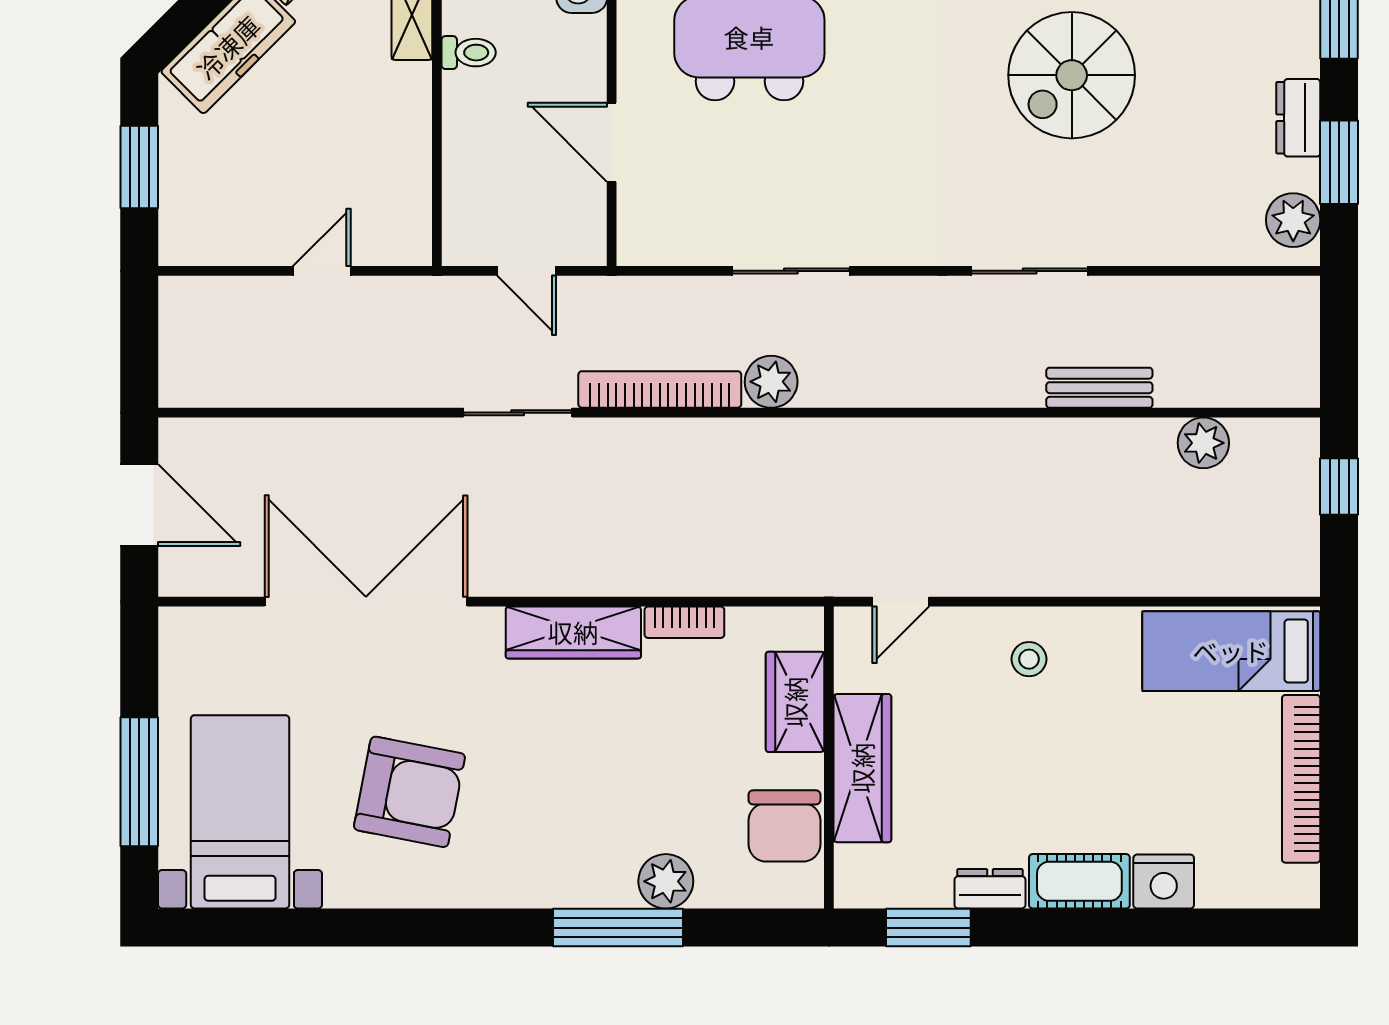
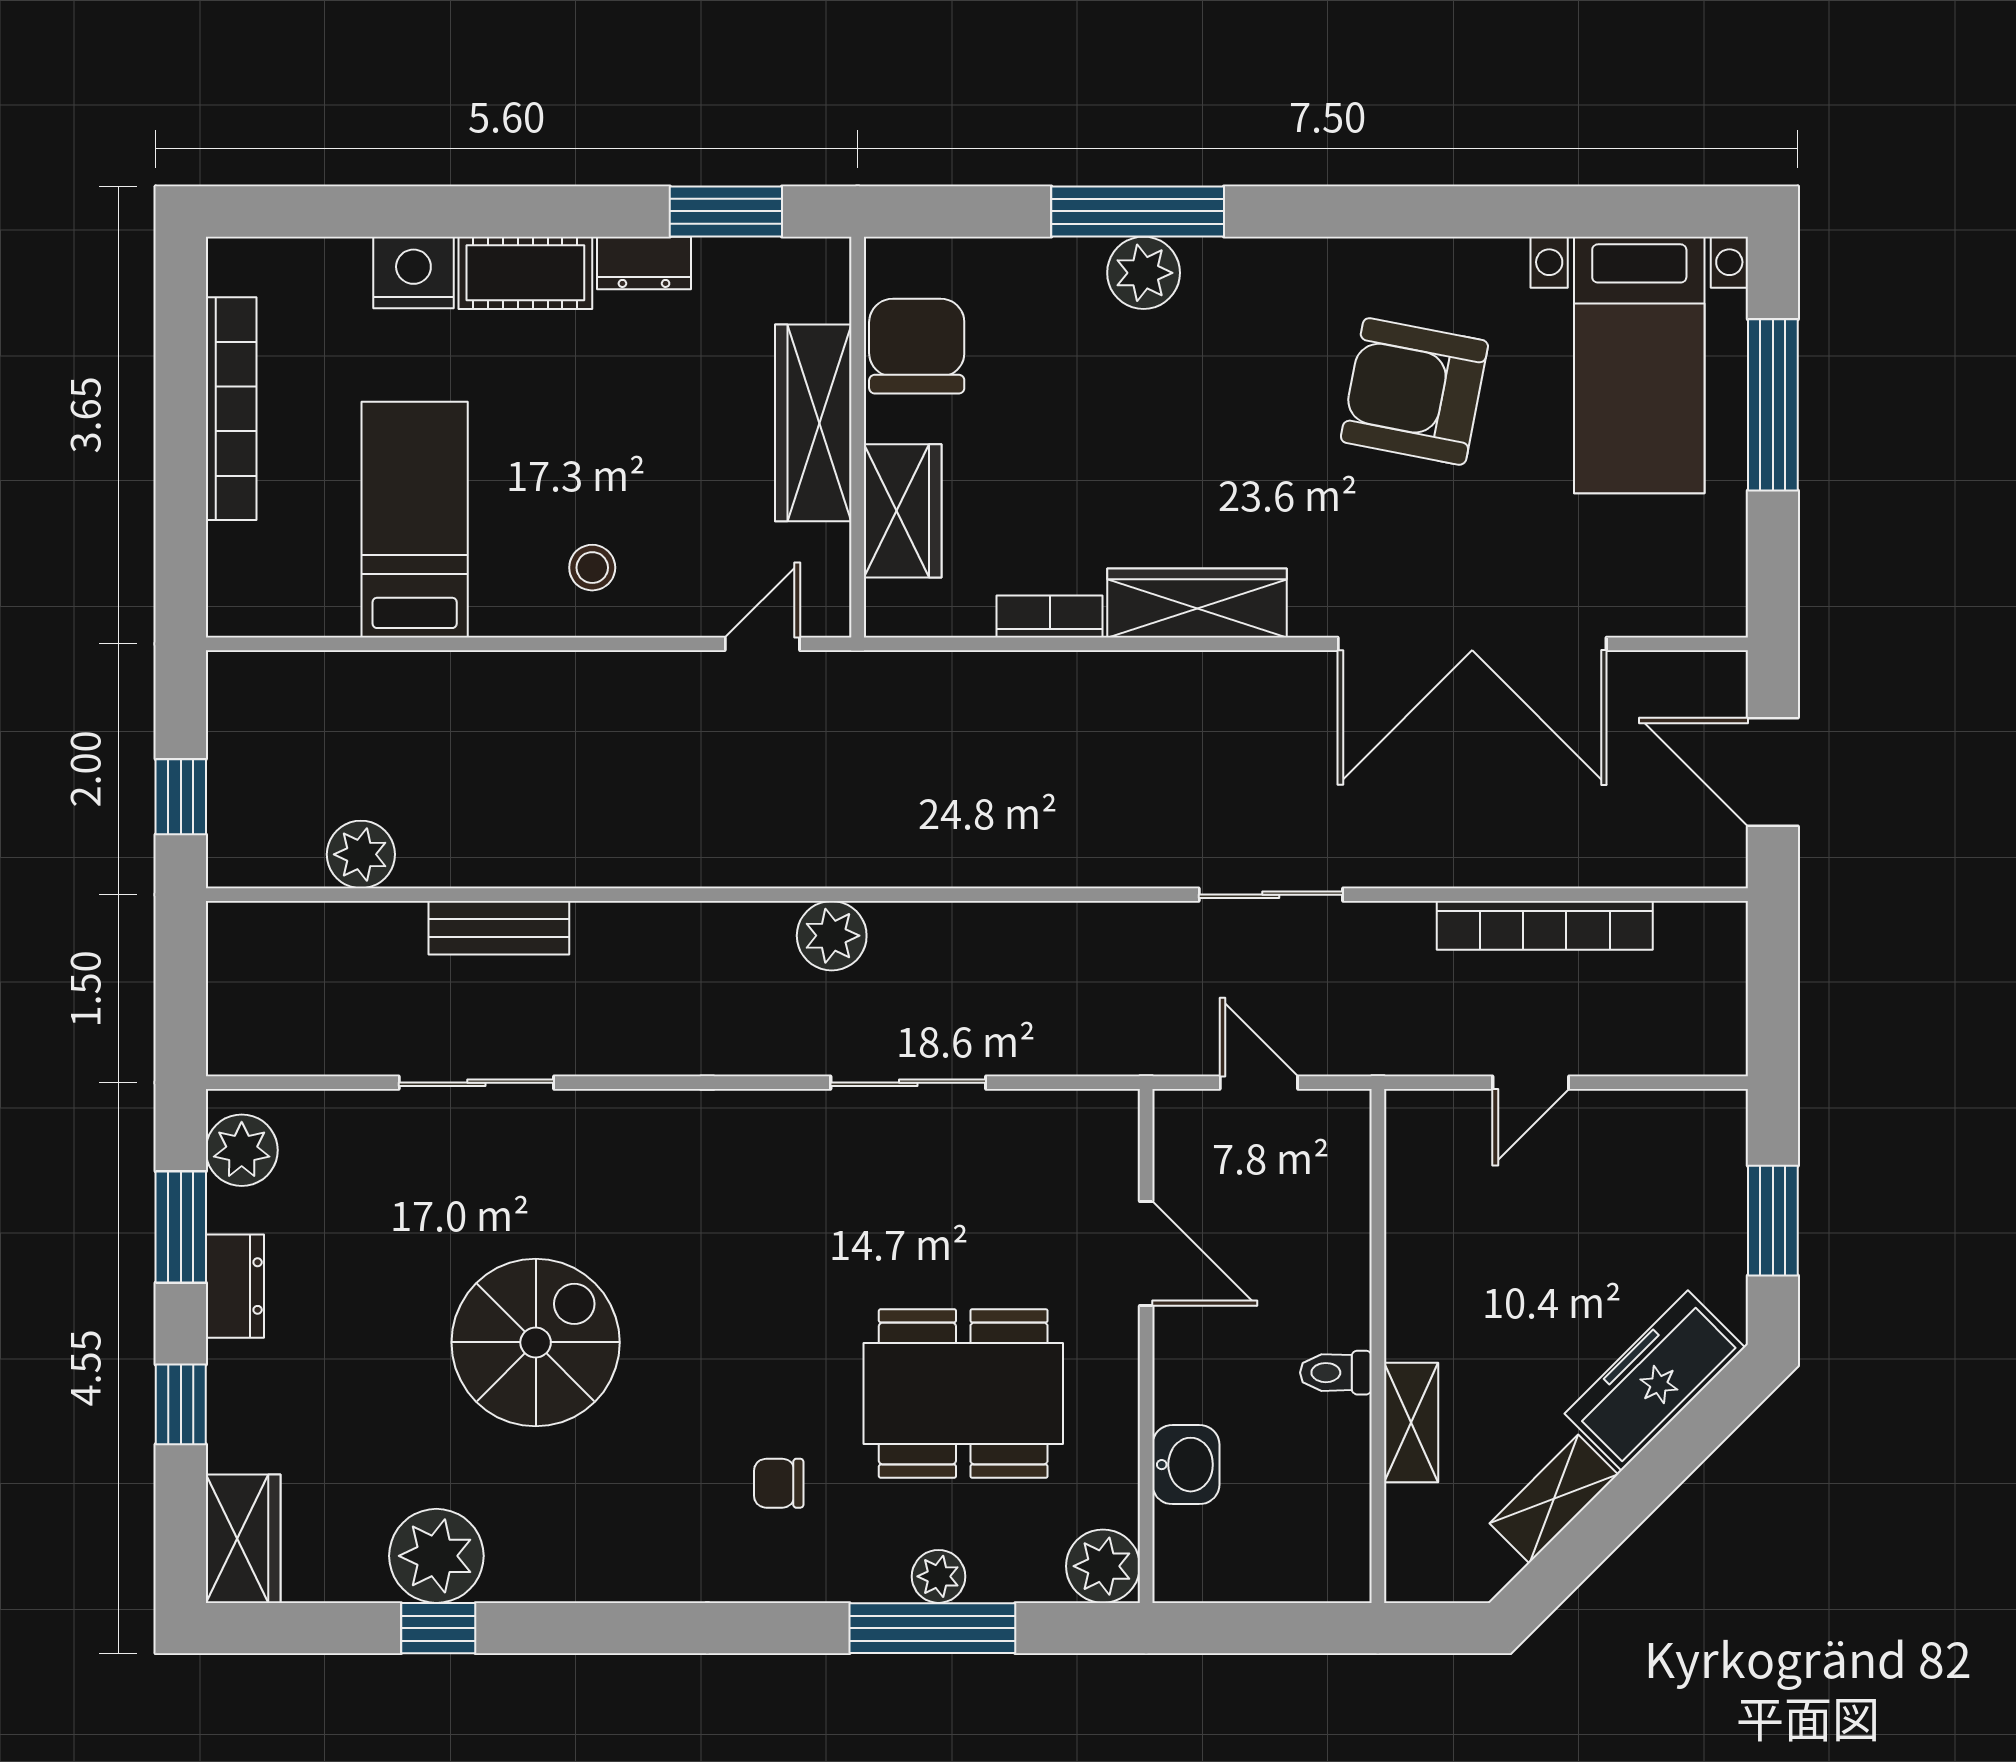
sliding door: (1030, 271) -> (476, 1083), moved
plant: (771, 382) -> (832, 936), moved
bookcase: (660, 389) -> (1545, 925), moved
bed: (1231, 651) -> (415, 520), moved, turned -90
plant: (666, 881) -> (1144, 273), moved

